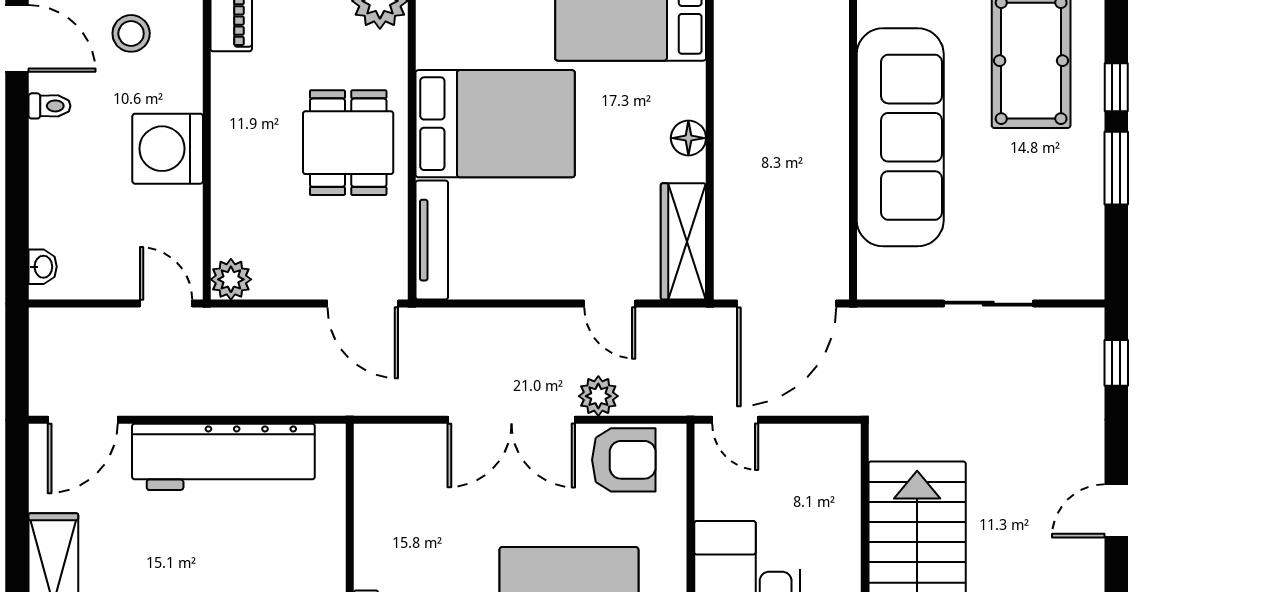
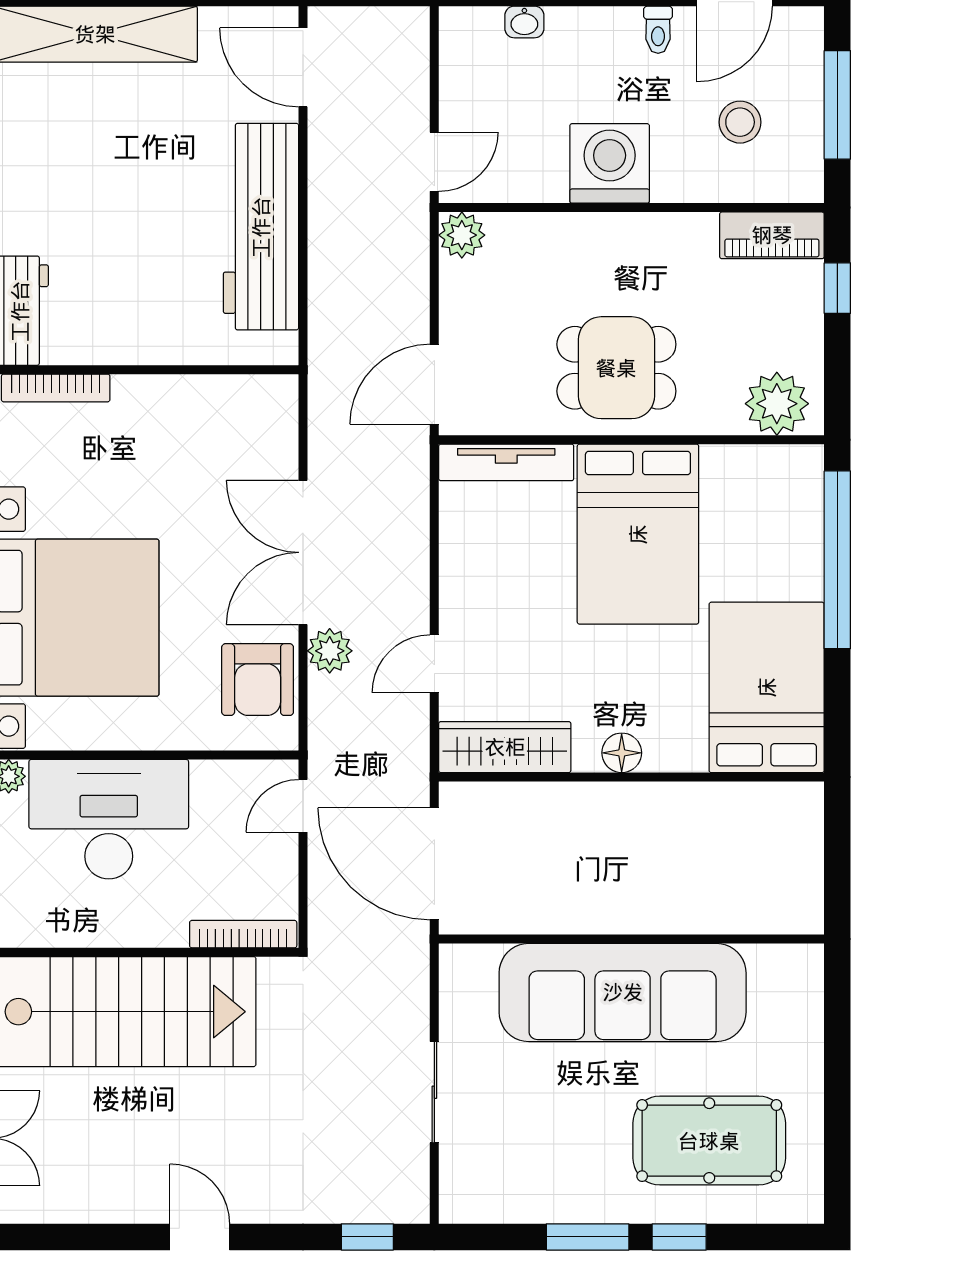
washbasin: (43, 267) -> (524, 22), moved
bookcase: (849, 473) -> (243, 934), added

